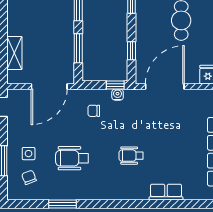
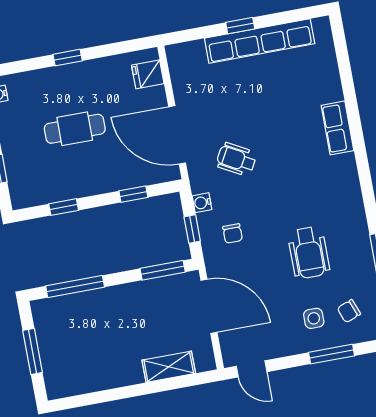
window: (78, 48) -> (163, 270), moved
window: (115, 85) -> (192, 229), moved
wheelchair: (131, 156) -> (236, 159), moved, turned 119
row of seats: (166, 192) -> (337, 128), moved

